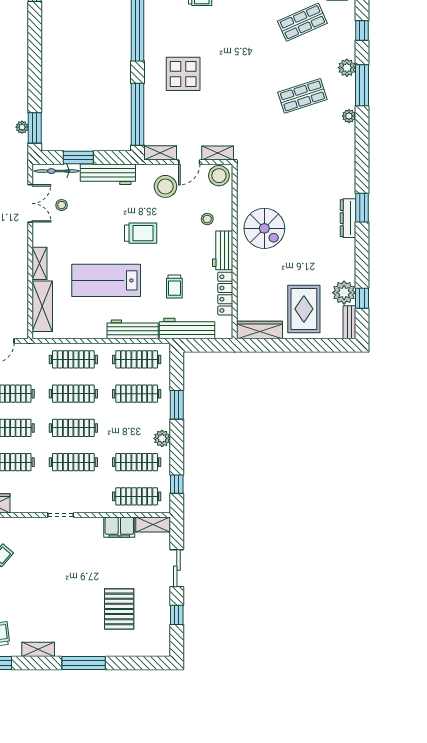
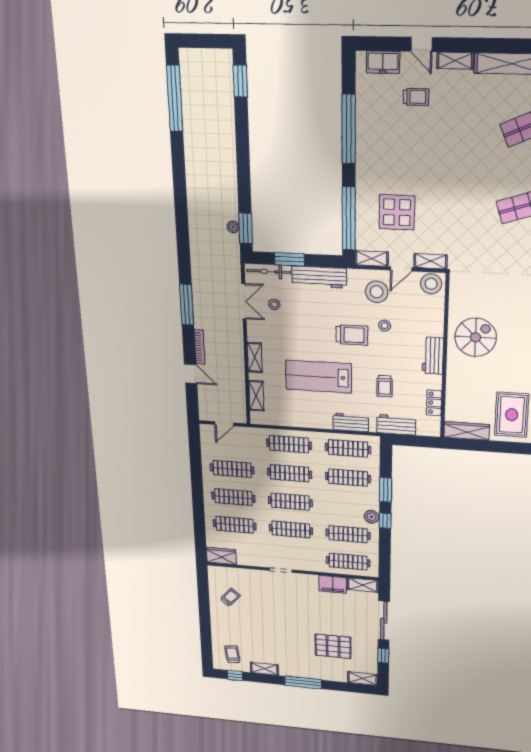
display table: (183, 74) -> (397, 212), moved
stool: (207, 219) -> (385, 326), moved
spiral stairs: (264, 228) -> (476, 337), turned -90
locker: (225, 294) -> (434, 403), width x0.66
shelving: (42, 306) -> (256, 396), width x0.67, depth x0.75
workbench: (133, 329) -> (351, 422), width x0.73
workbench: (187, 329) -> (396, 425), width x0.73
window: (177, 484) -> (385, 521), moved
sliding door: (177, 568) -> (384, 621), width x1.37
pallet: (119, 609) -> (333, 646), turned 90
shelving: (153, 649) -> (363, 679), added

